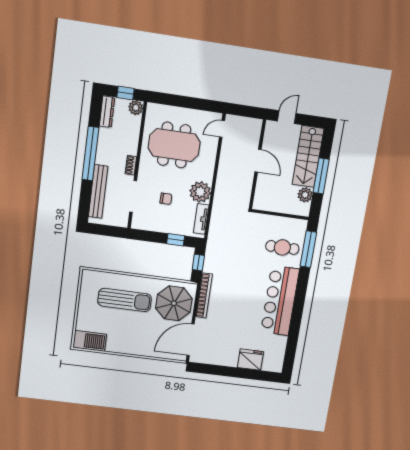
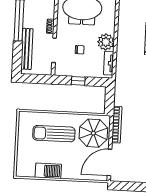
window: (176, 240) -> (78, 81), moved
window: (198, 263) -> (110, 98), removed
sun lounger: (125, 300) -> (54, 134), turned 180
barbecue: (90, 341) -> (48, 171), moved

